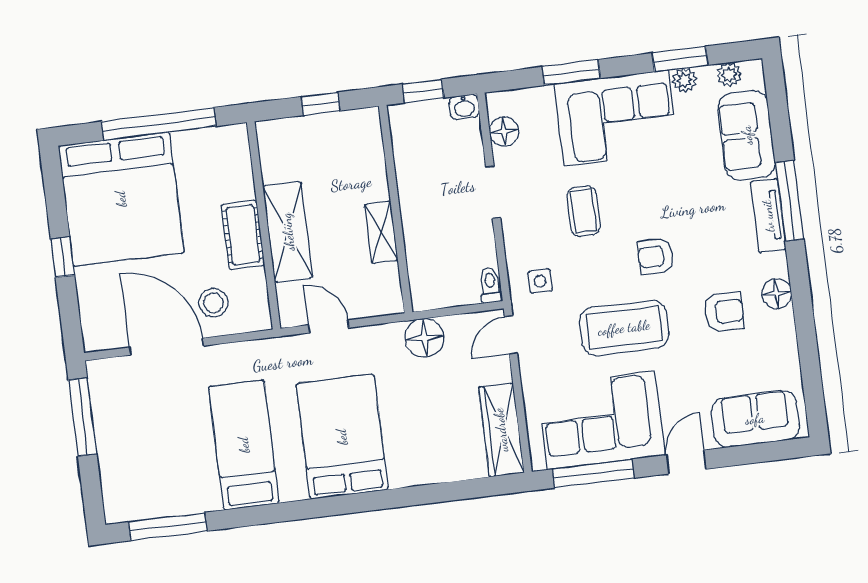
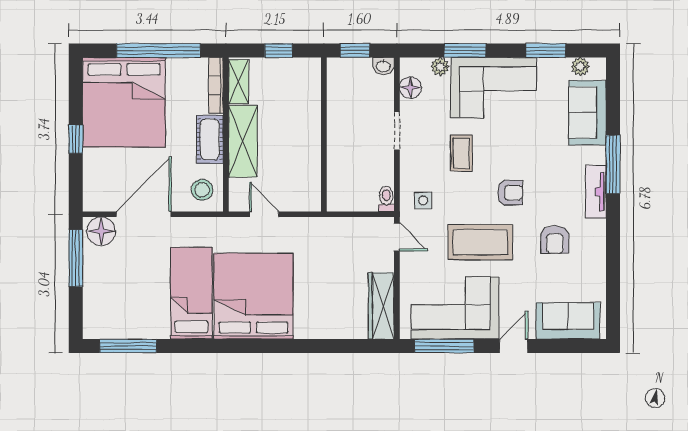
plant: (684, 80) -> (440, 66), moved
bookcase: (242, 161) -> (216, 85), added
tv unit: (768, 216) -> (596, 192), moved
shelving: (381, 232) -> (238, 82), moved
armchair: (656, 256) -> (510, 193), turned 180
floor lamp: (777, 294) -> (595, 231), removed
stool: (213, 303) -> (202, 190), moved
armchair: (724, 312) -> (555, 240), turned 90
door: (511, 335) -> (397, 237), swing flipped
floor lamp: (424, 338) -> (101, 231), moved
door: (166, 347) -> (144, 214), hinge flipped
bed: (342, 437) -> (253, 296), width x1.36

